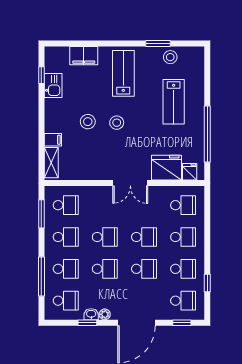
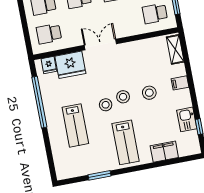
stool: (170, 57) -> (106, 105), moved
lab bench: (174, 102) -> (75, 125), turned 180
filing cabinet: (53, 140) -> (180, 83), moved

